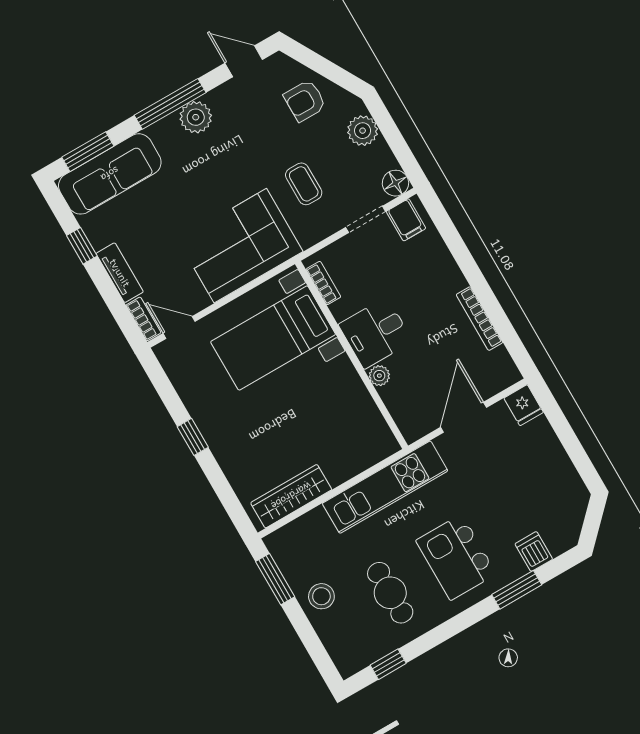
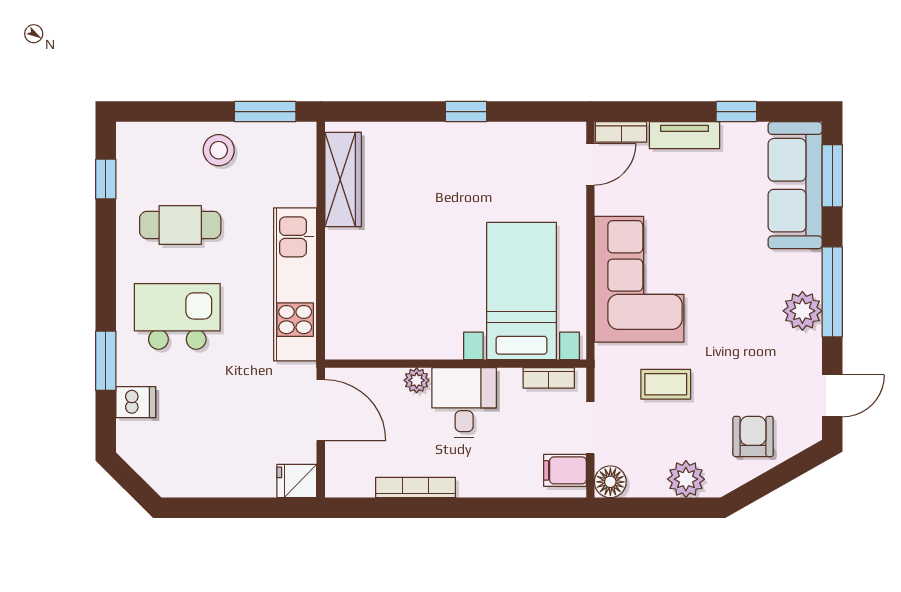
bookcase: (323, 283) -> (549, 378), moved
desk: (375, 333) -> (464, 402), moved
bed with nightstands: (273, 338) -> (521, 291), moved
wall: (352, 355) -> (456, 364), moved
plant: (379, 376) -> (417, 380), moved

